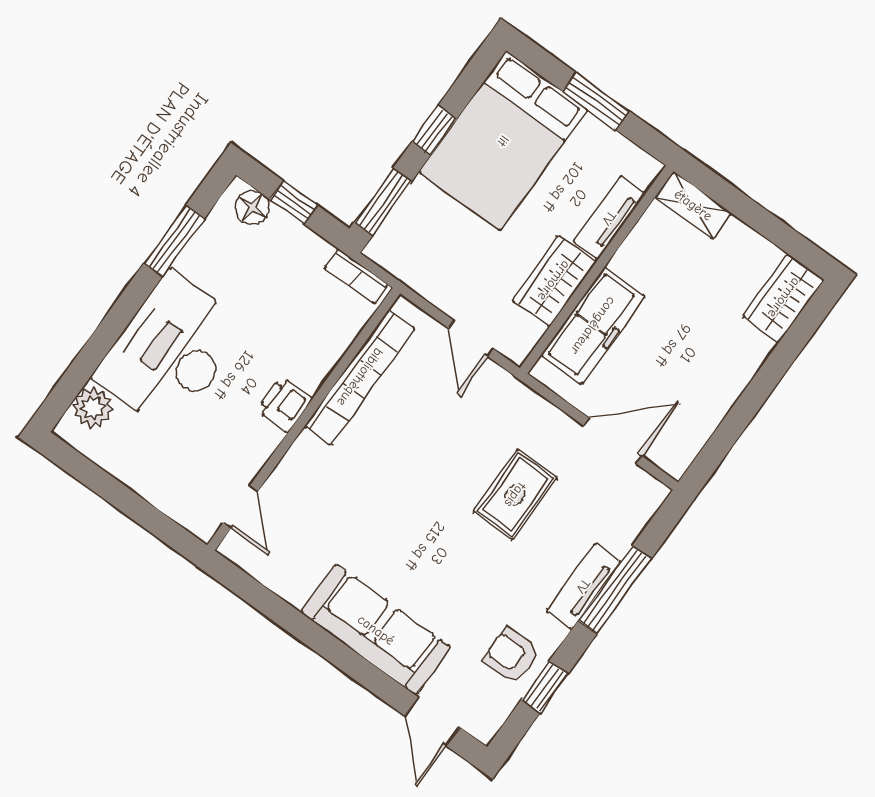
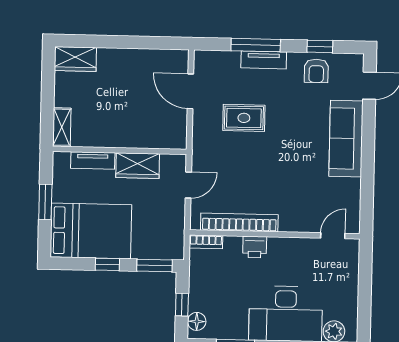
bookcase: (356, 276) -> (206, 242), moved, turned 90
freezer: (593, 326) -> (145, 135), removed
printer: (284, 404) -> (255, 247), moved

